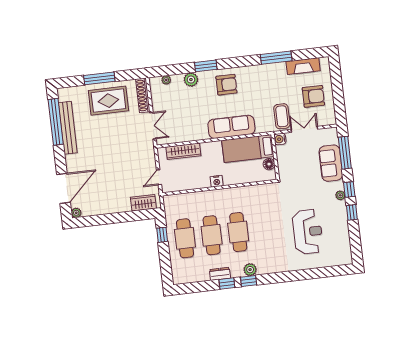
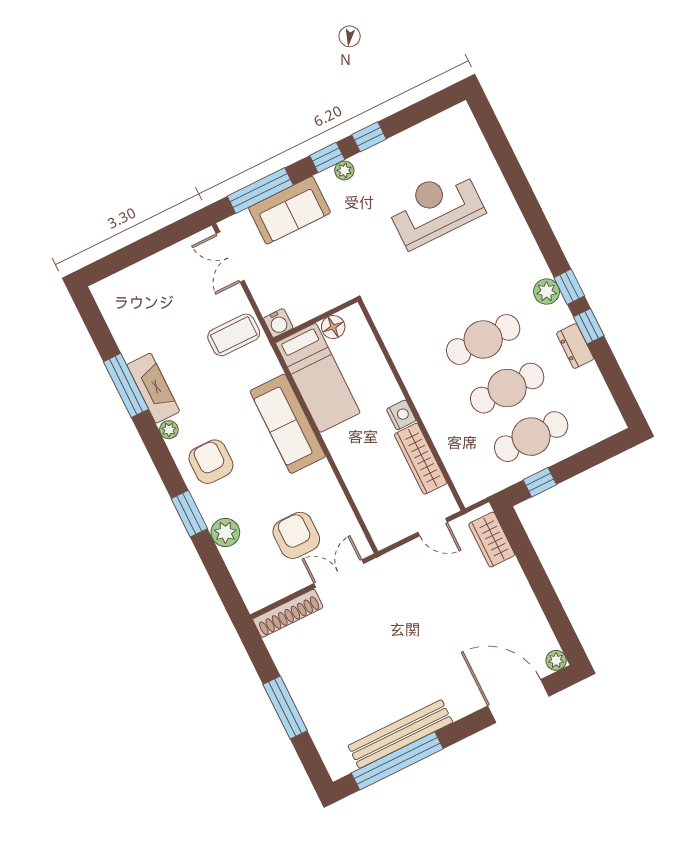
fireplace: (303, 66) -> (153, 388), moved
plant: (166, 80) -> (169, 430), moved
armchair: (313, 96) -> (296, 535), moved
rug: (108, 101) -> (321, 675), removed
double door: (304, 129) -> (230, 257), moved
wardrobe: (183, 151) -> (421, 459), moved, turned 180

